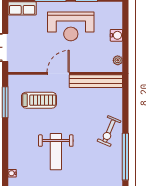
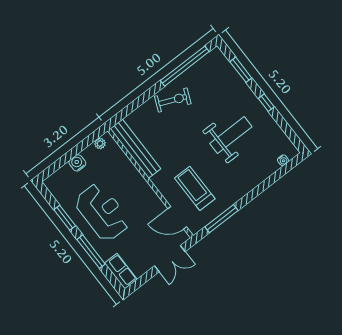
door: (58, 73) -> (177, 218), moved

